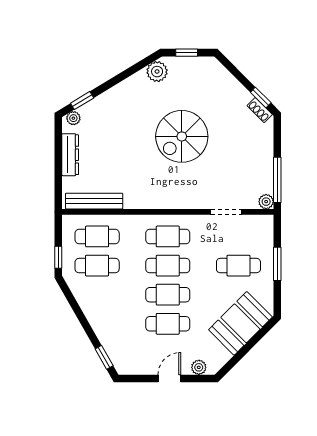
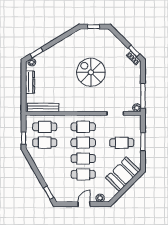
plant: (157, 72) -> (77, 37), removed
spiral stairs: (182, 136) -> (91, 72), turned 90

